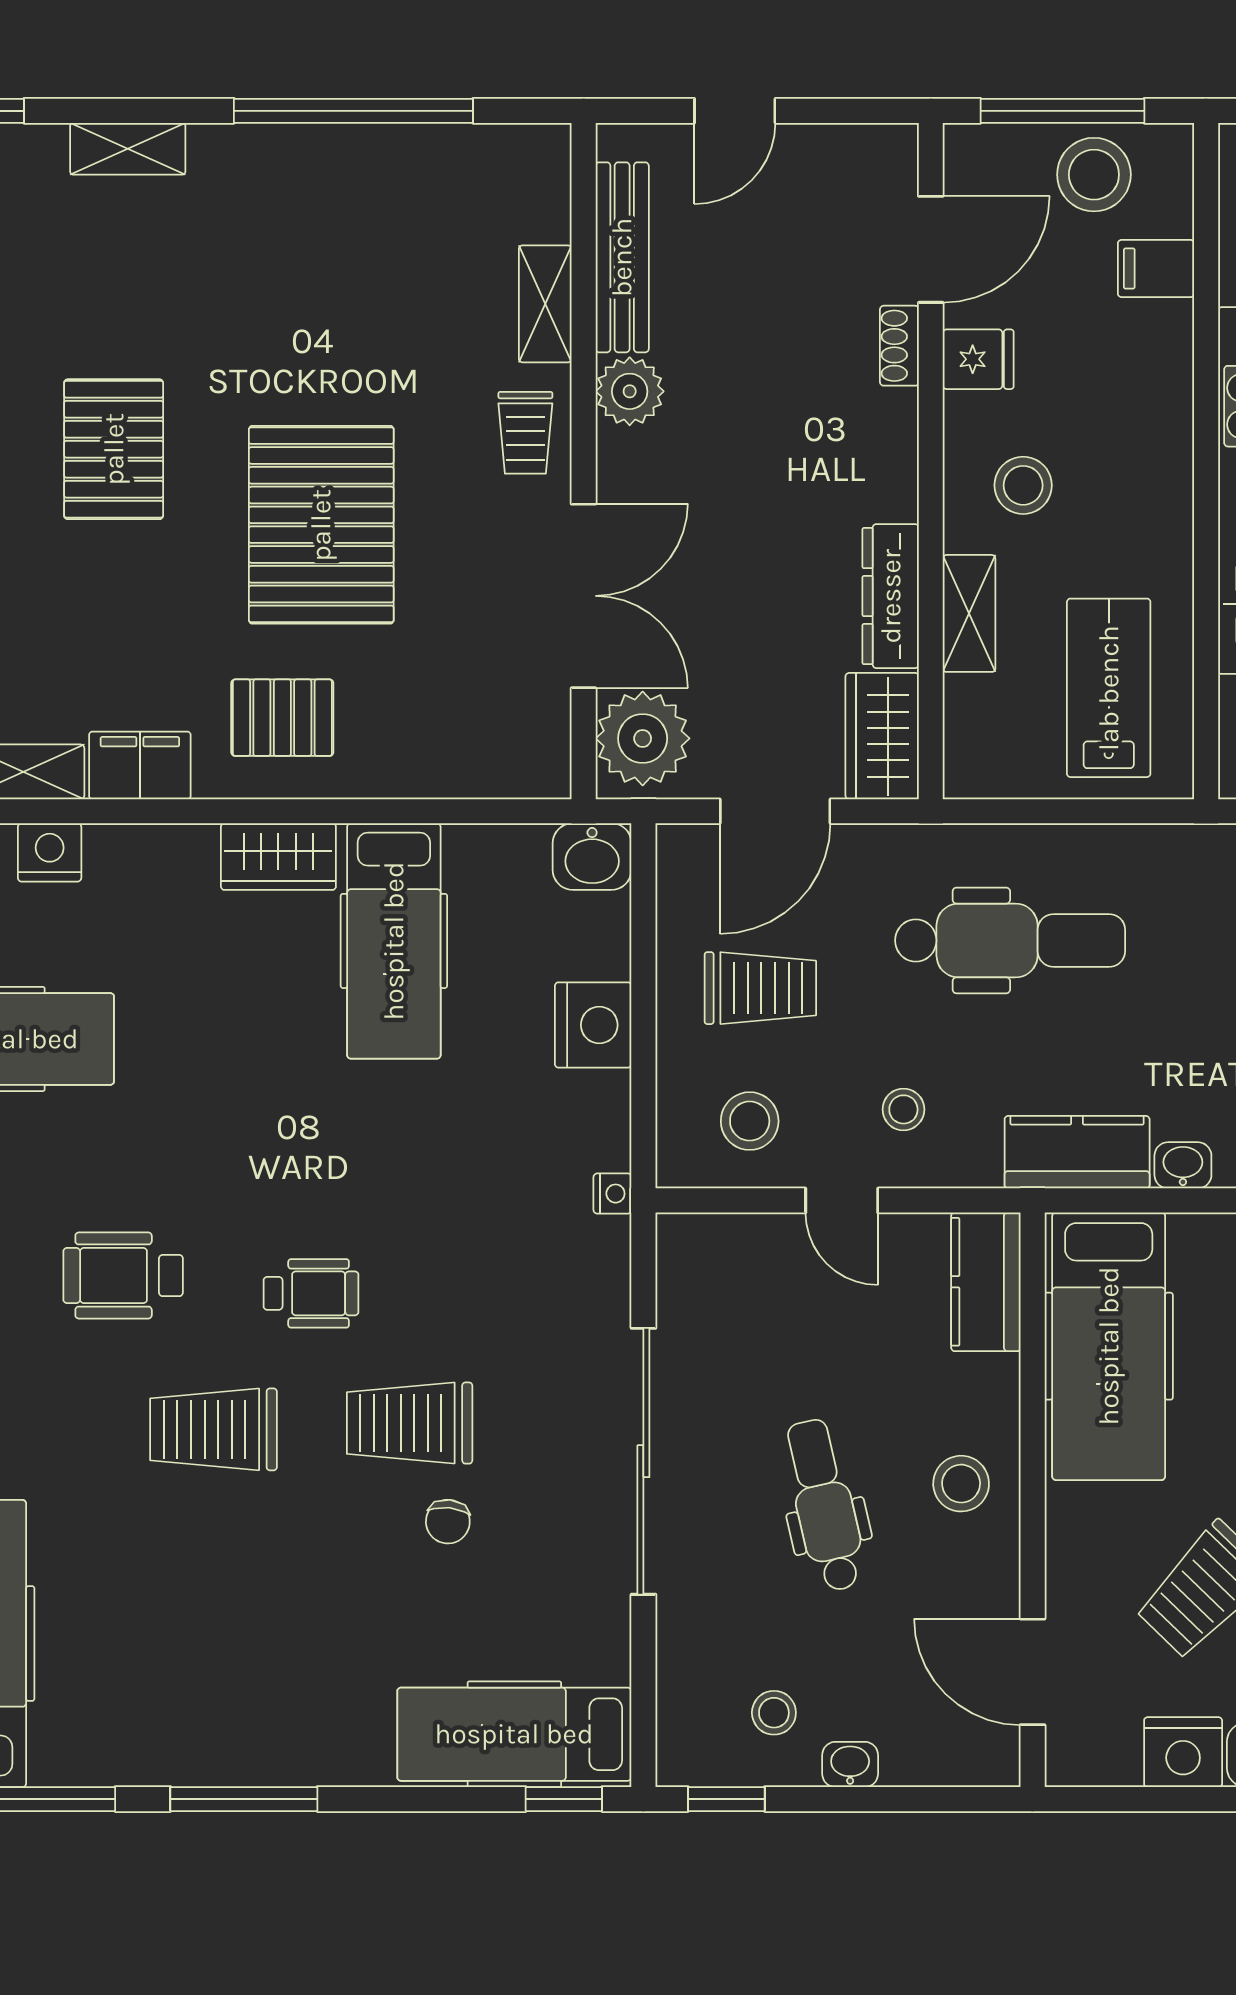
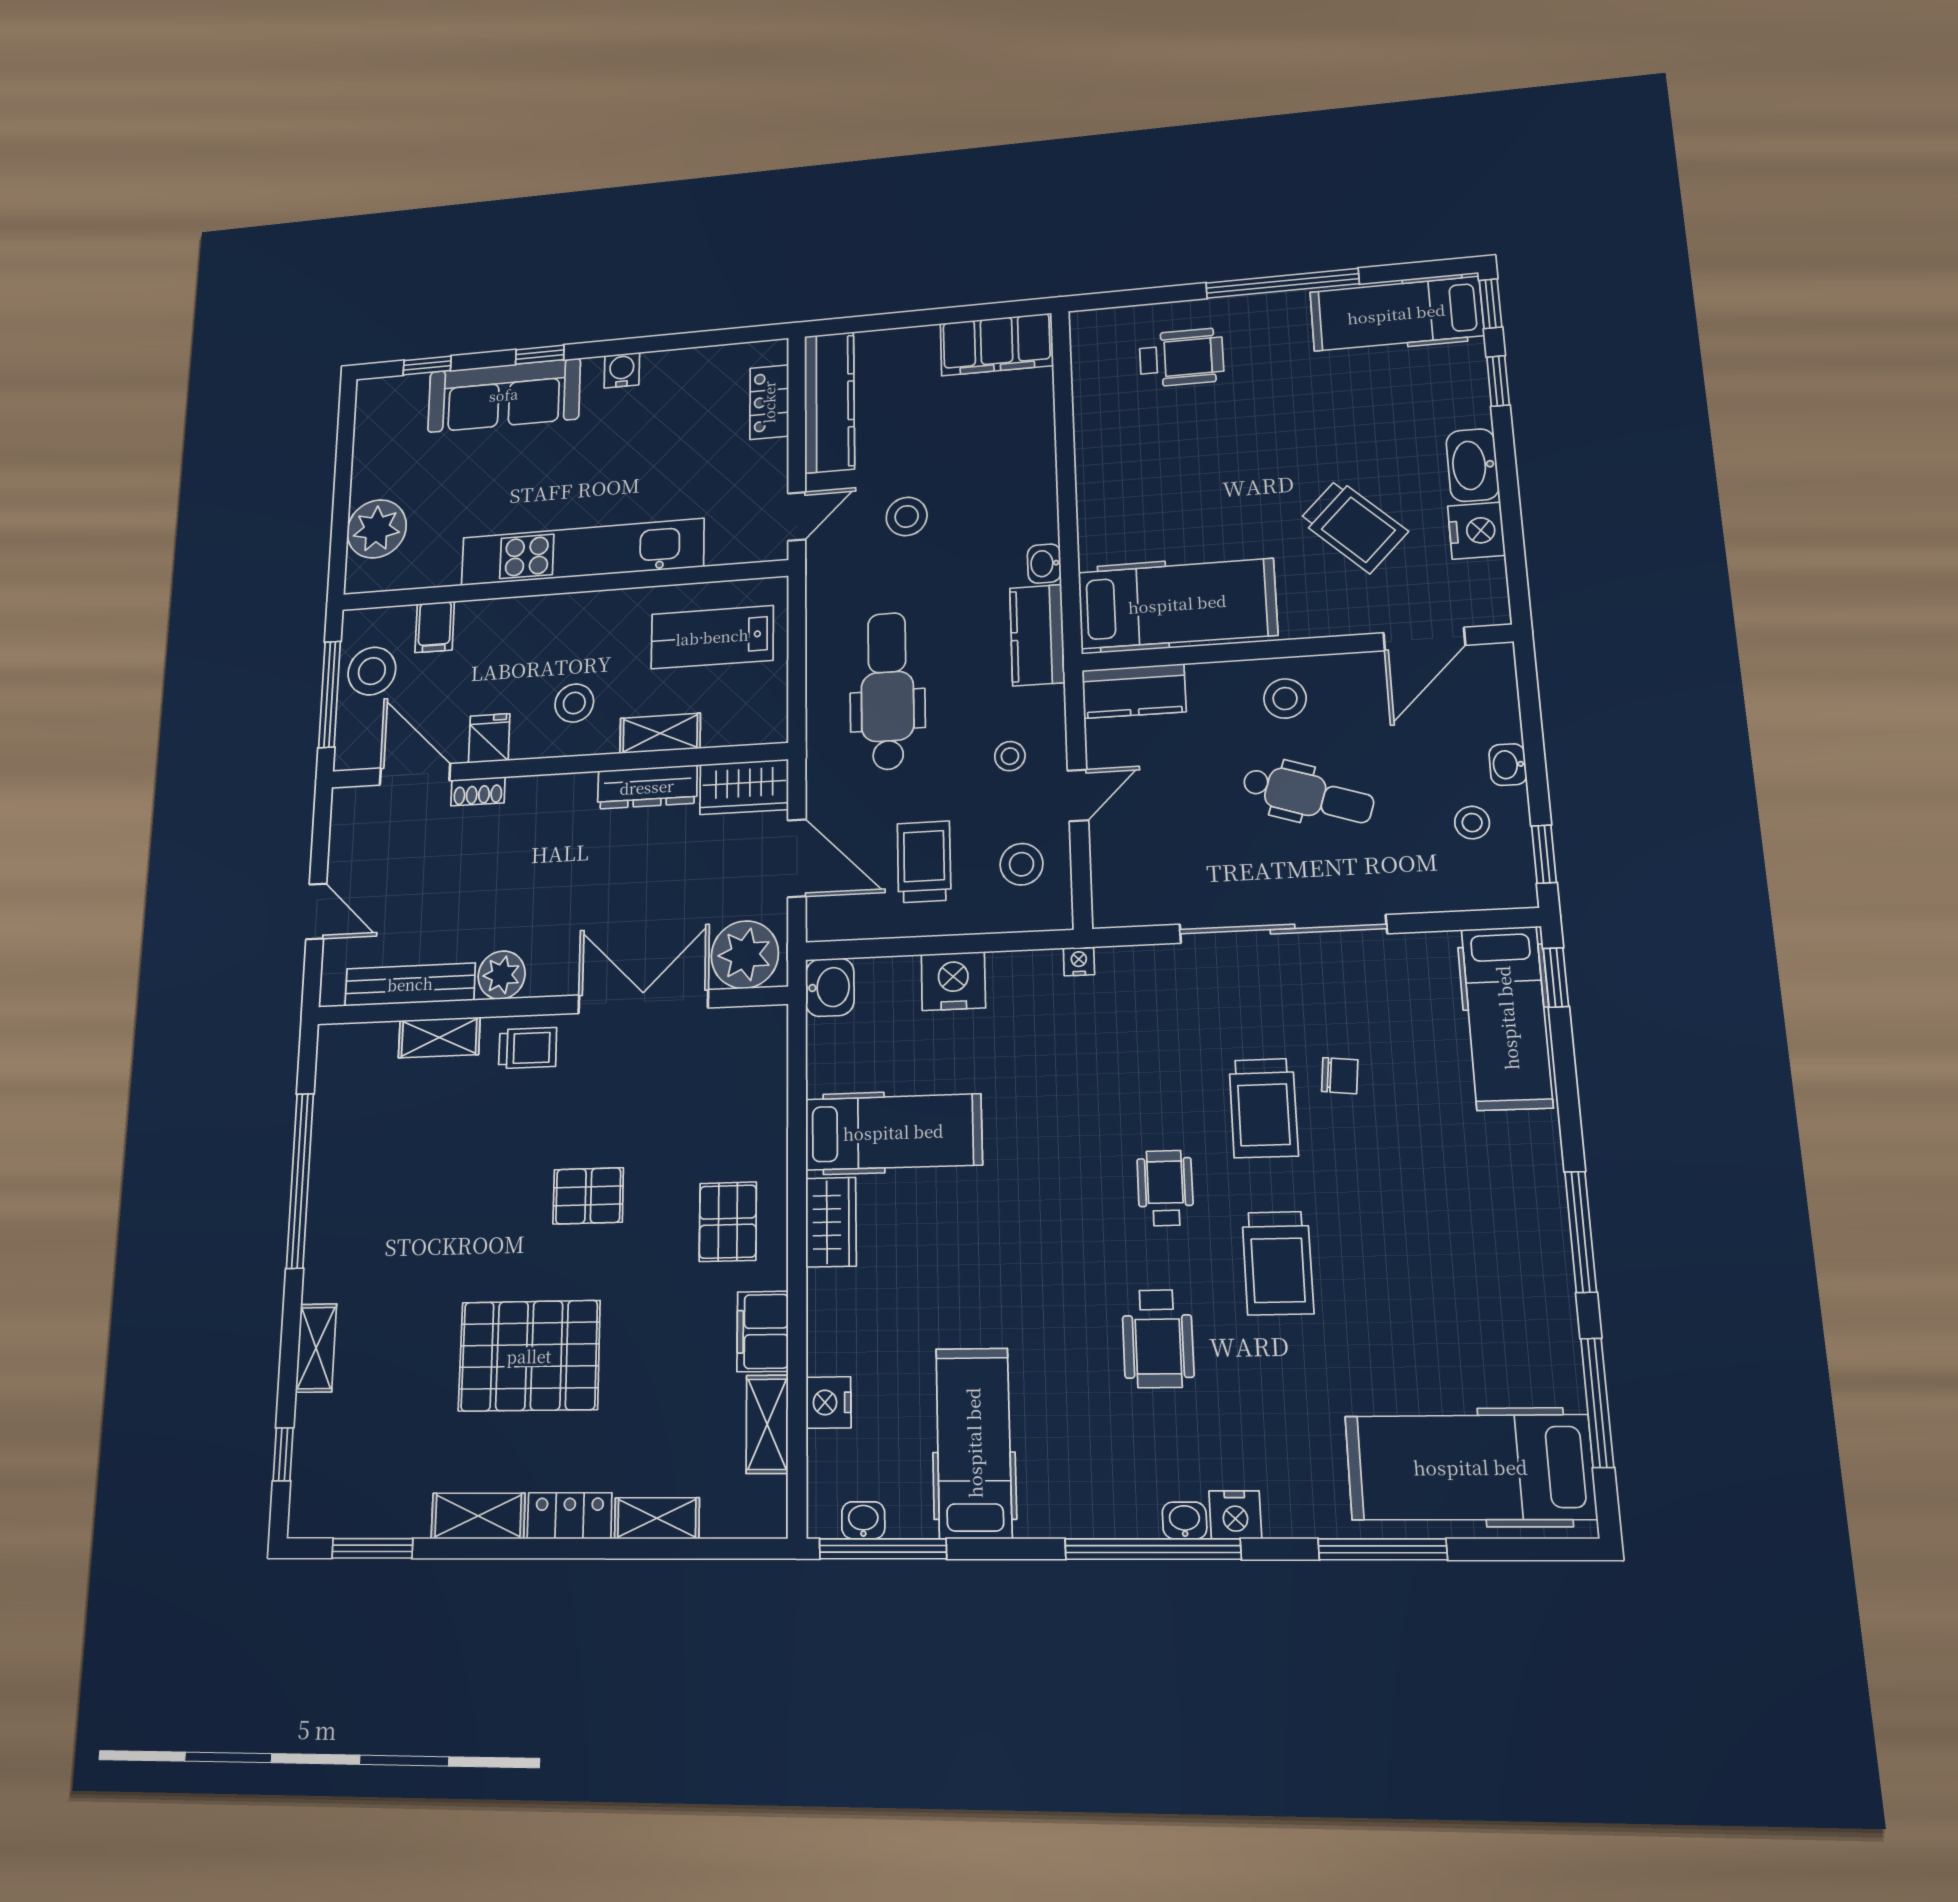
pallet: (114, 449) -> (529, 1356), width x1.37, depth x1.41
pallet: (321, 525) -> (588, 1196), width x0.49, depth x0.50
dental chair: (824, 1505) -> (1308, 795), turned -149

